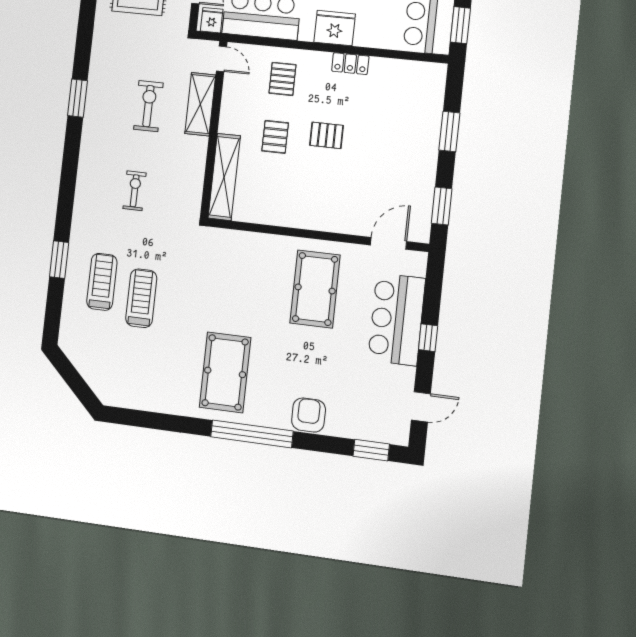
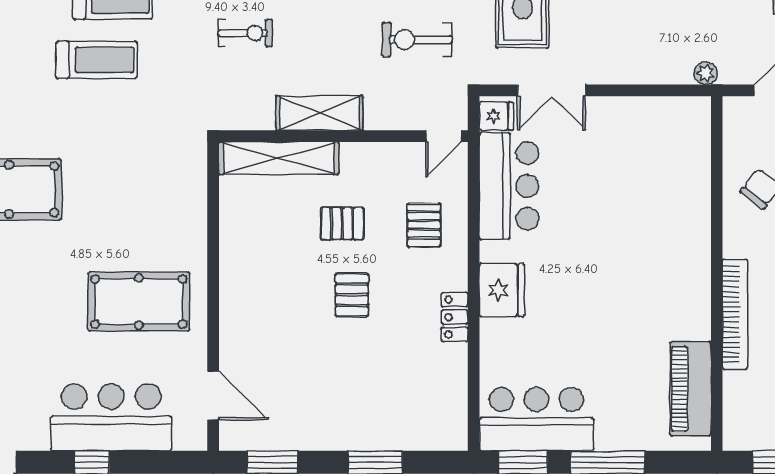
pallet: (282, 79) -> (424, 225), turned 90
shelving: (200, 104) -> (320, 113), moved
exercise bike: (148, 106) -> (417, 40), moved, turned 180

